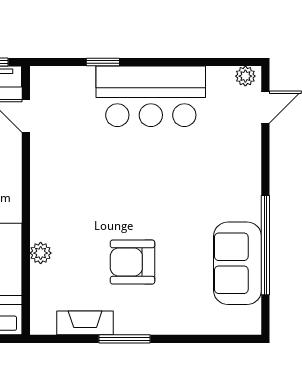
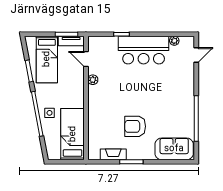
plant: (245, 76) -> (174, 41), moved
plant: (41, 253) -> (93, 80), moved
sofa: (238, 263) -> (174, 149), moved, turned 90

